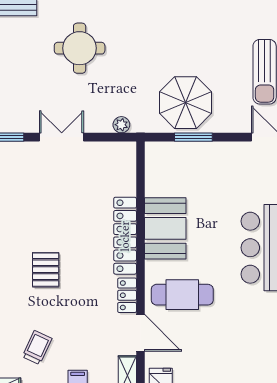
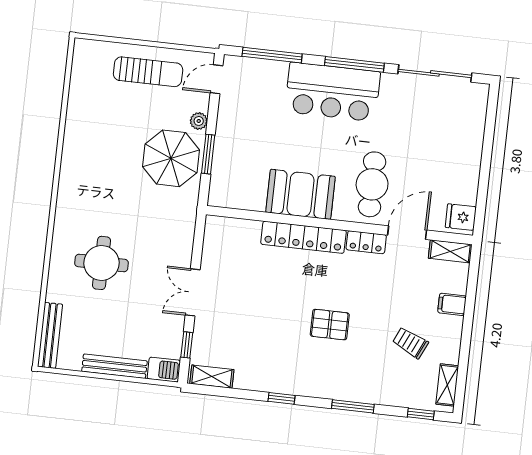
plant: (121, 125) -> (199, 121), moved

